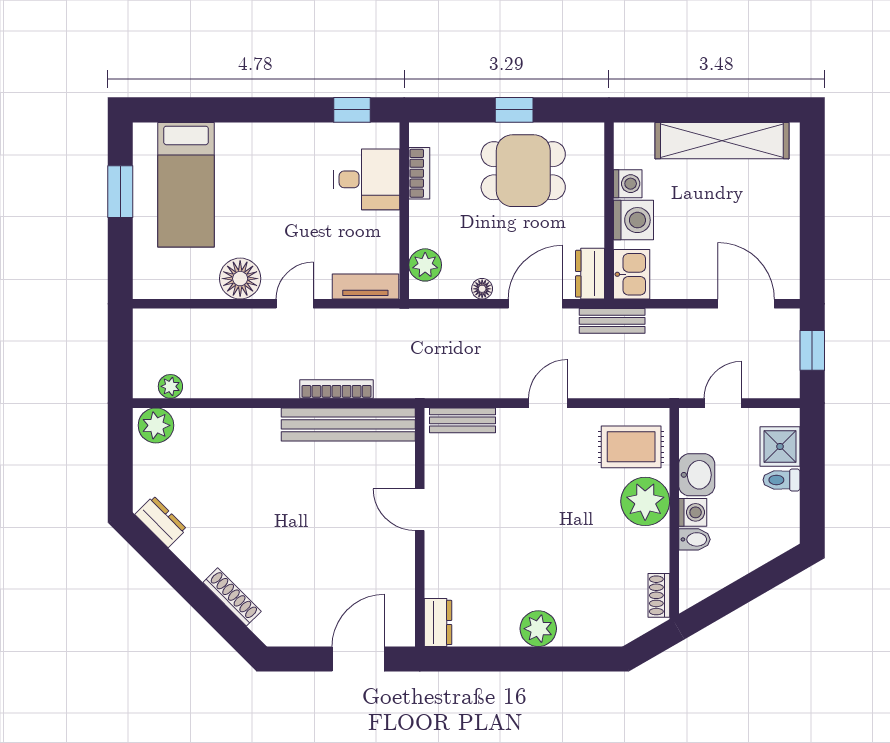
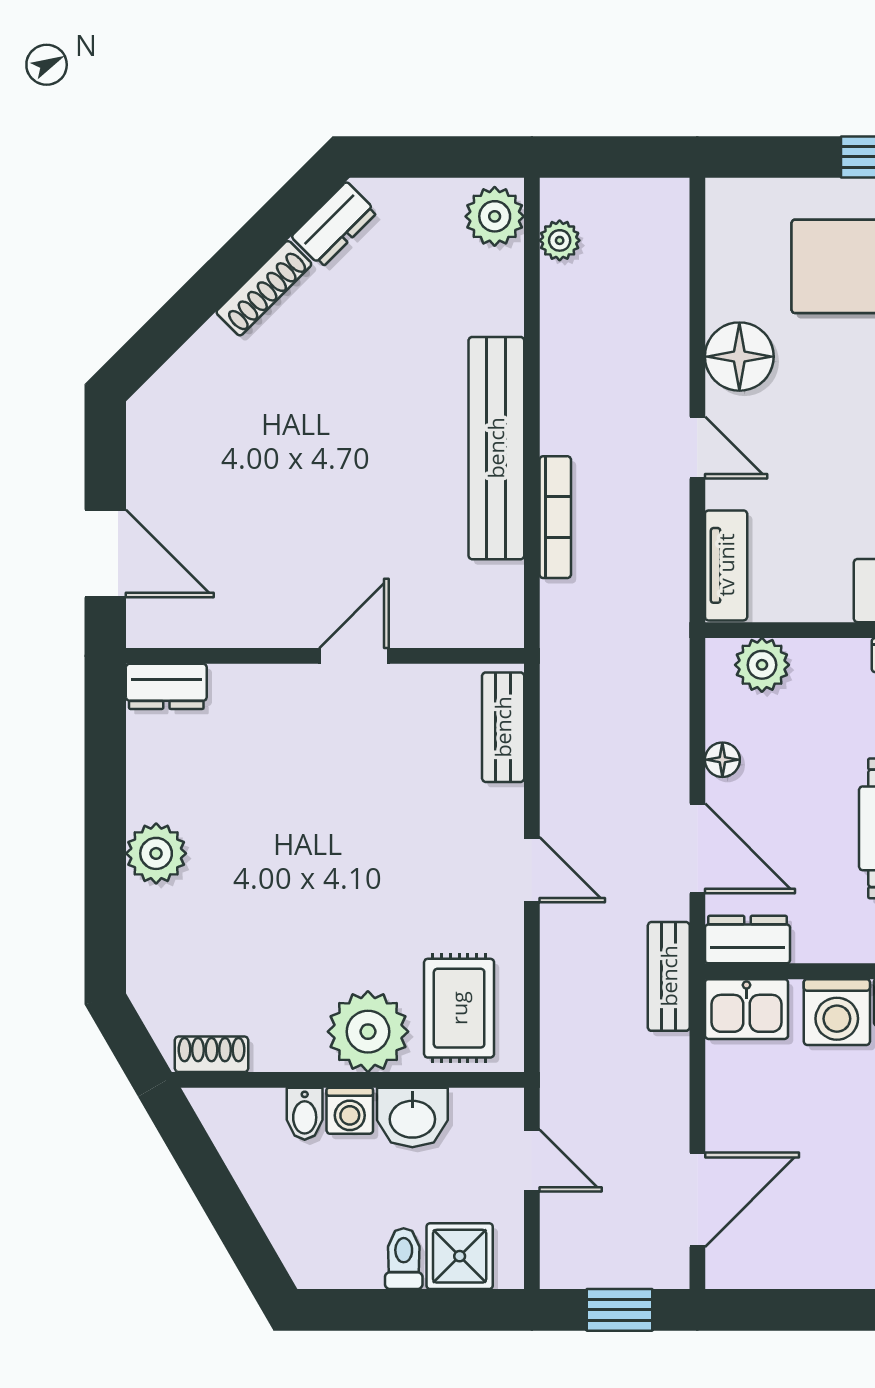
bench: (348, 424) -> (496, 448), moved
shoe rack: (232, 597) -> (264, 288), moved

